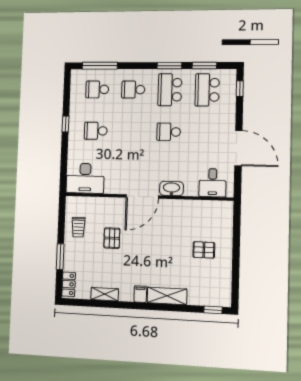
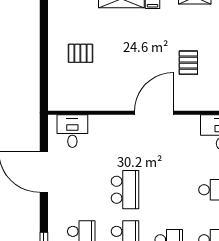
school desk: (169, 132) -> (125, 190), width x1.85
washbasin: (171, 189) -> (120, 123), removed

